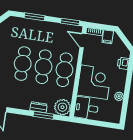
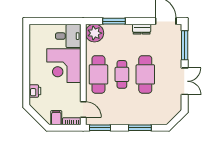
cafe table: (44, 67) -> (122, 74), width x0.73, depth x0.74
plant: (119, 96) -> (34, 54), removed
dresser: (39, 107) -> (142, 29), moved

